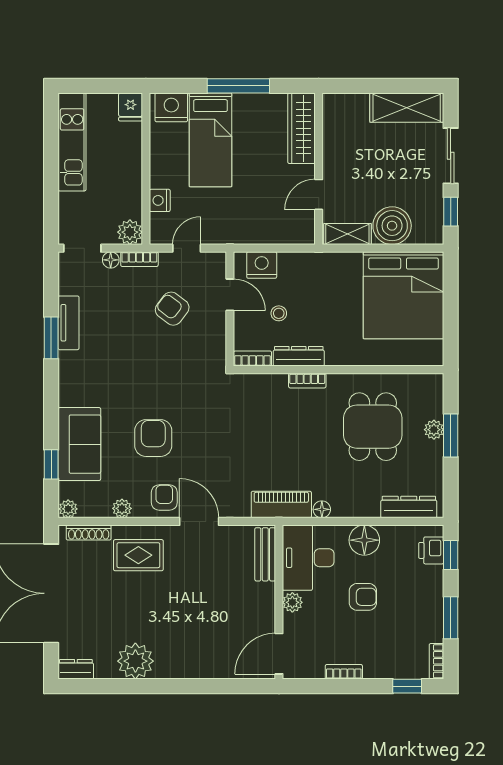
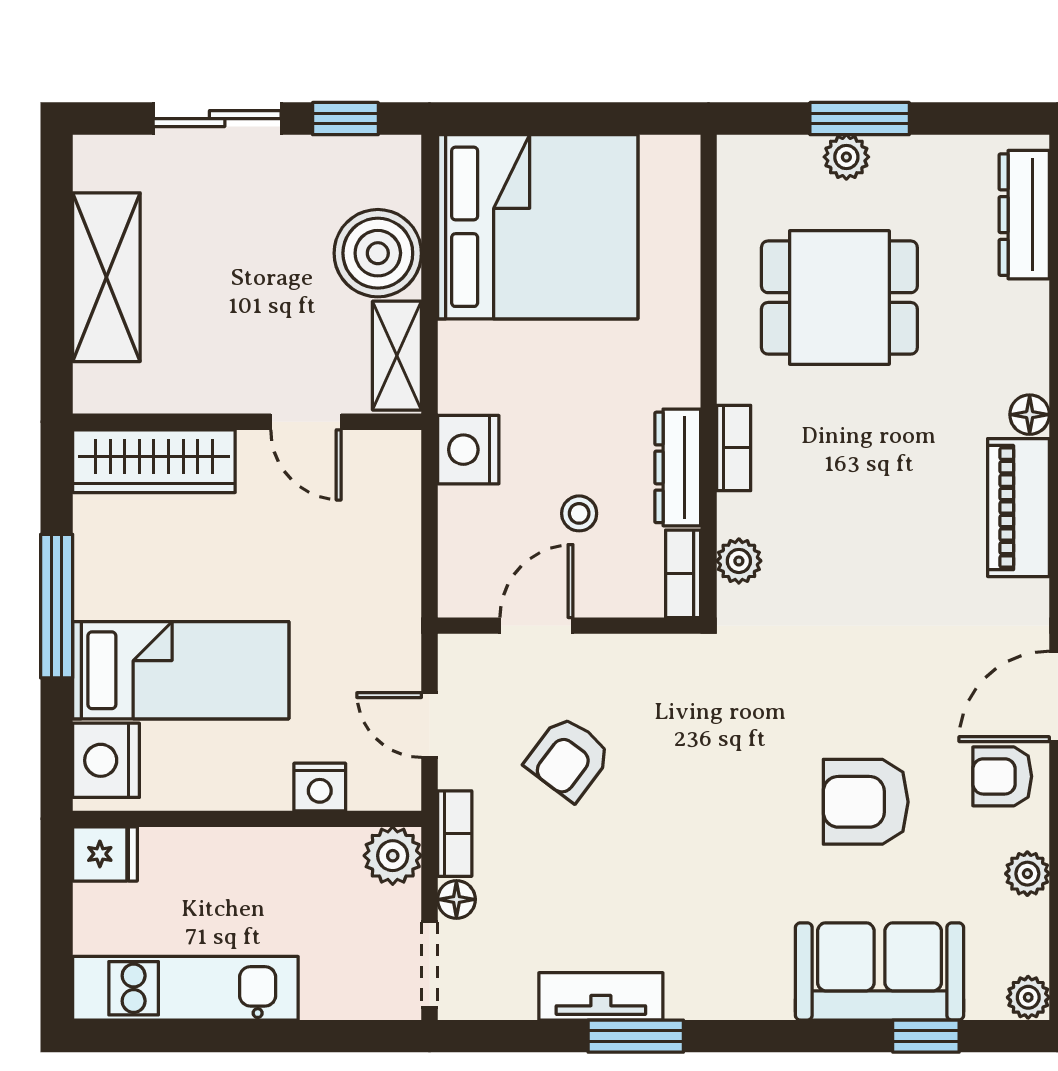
shelving: (407, 108) -> (106, 277), moved
nightstand: (262, 265) -> (468, 450), moved
plant: (258, 383) -> (739, 561), added

